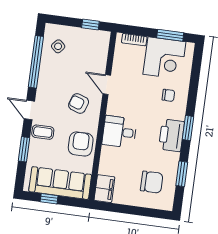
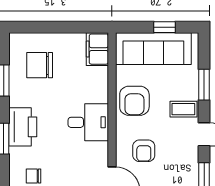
armchair: (79, 103) -> (144, 151), turned 71

